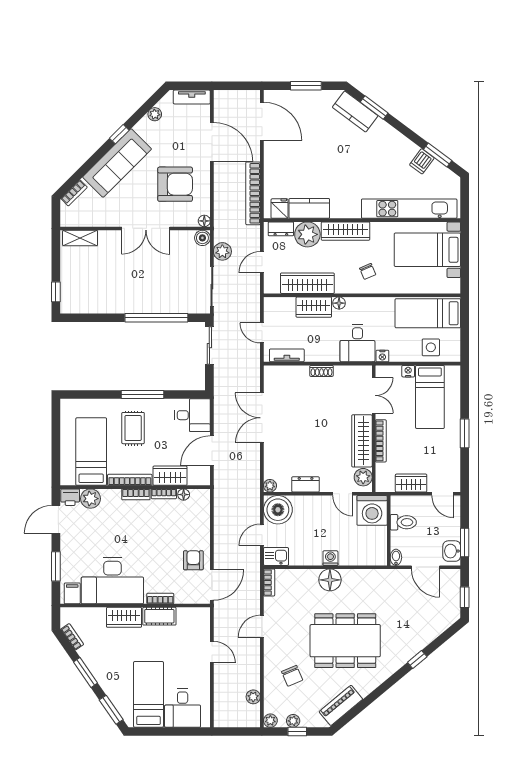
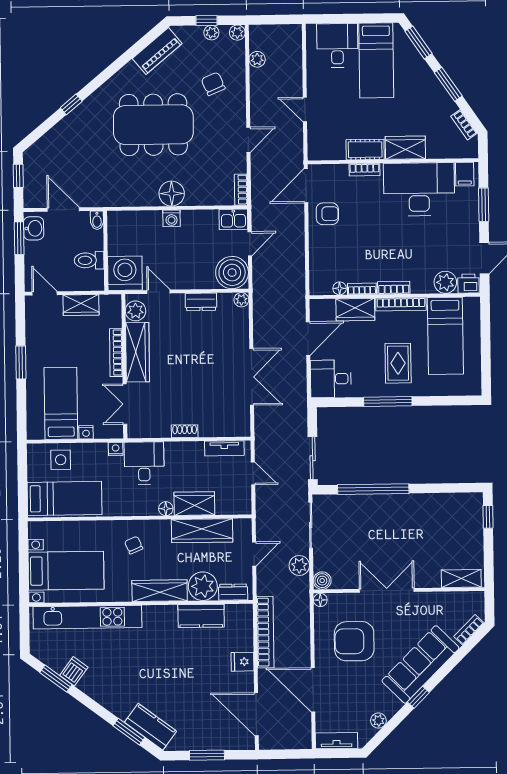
fridge: (279, 209) -> (242, 662), moved, turned 90
armchair: (193, 560) -> (327, 214), turned -90

